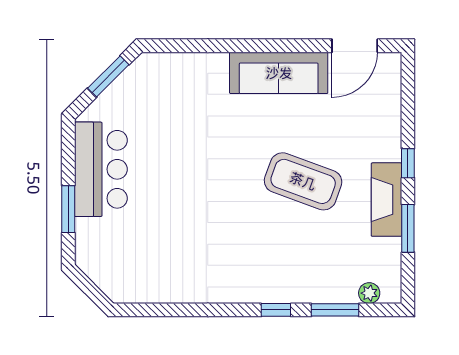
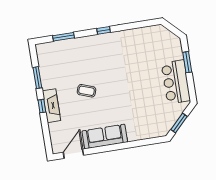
coffee table: (303, 181) -> (87, 91), width x0.54, depth x0.58
fireplace: (386, 200) -> (51, 106), moved
plant: (369, 293) -> (50, 47), removed
window: (276, 310) -> (104, 30), moved

